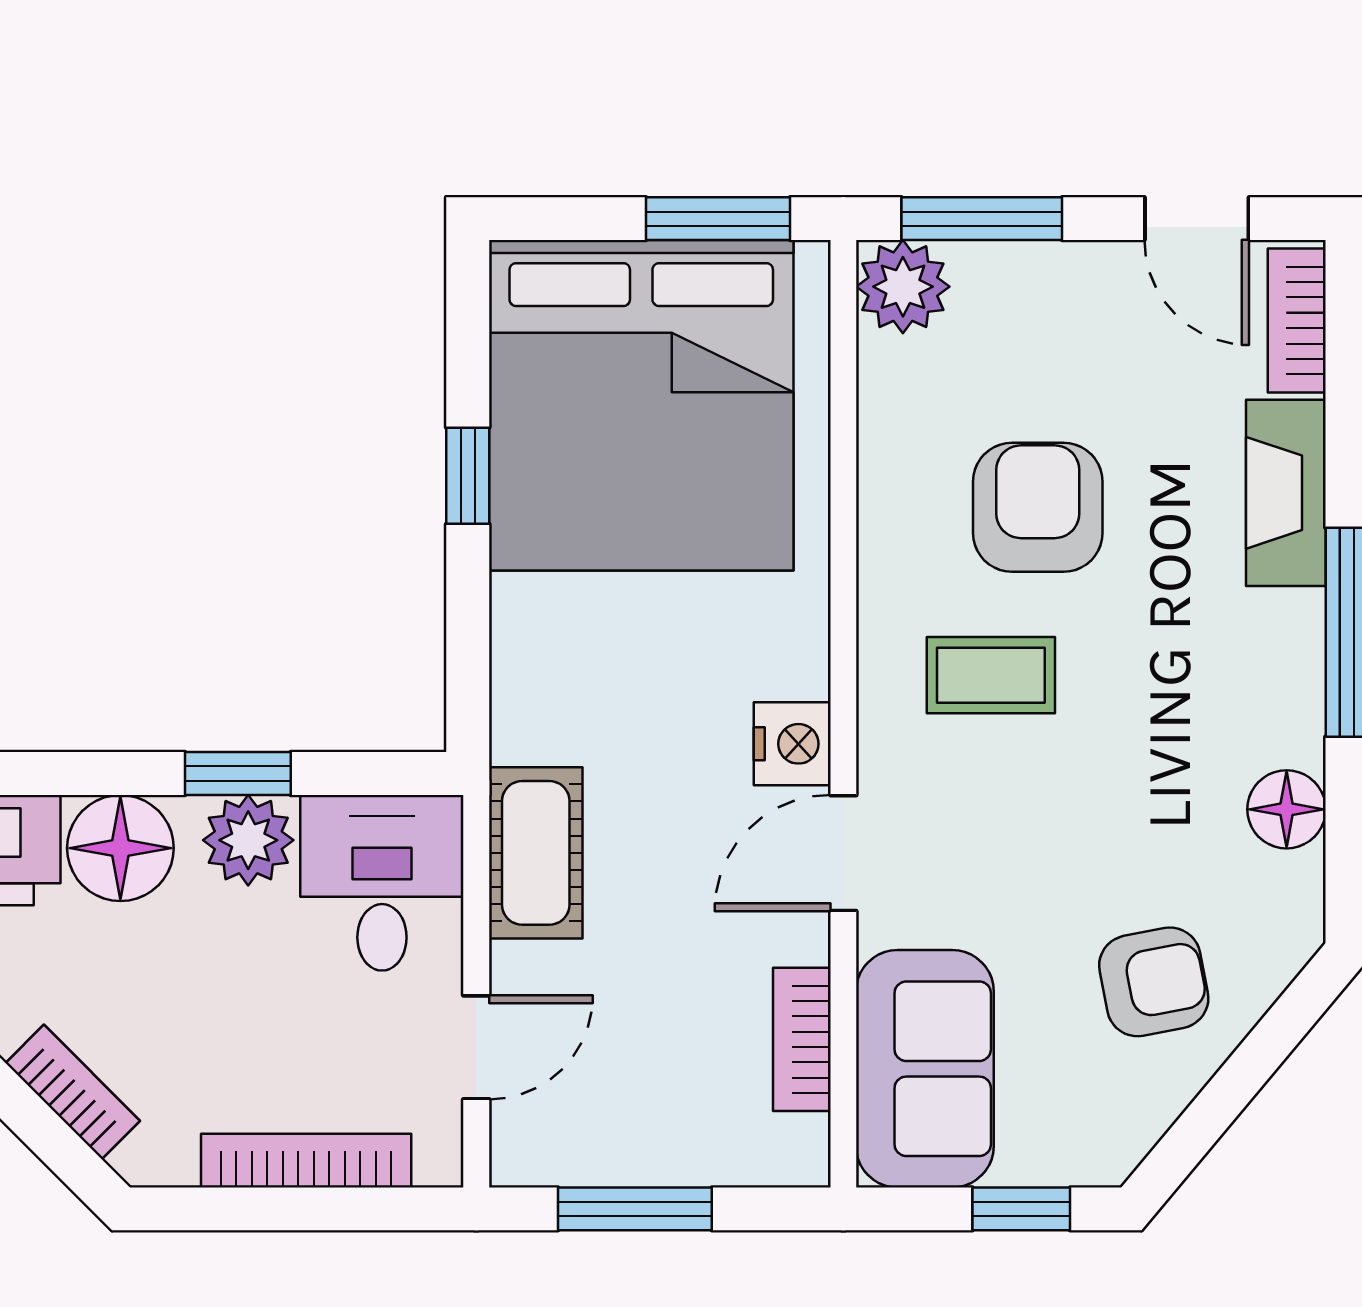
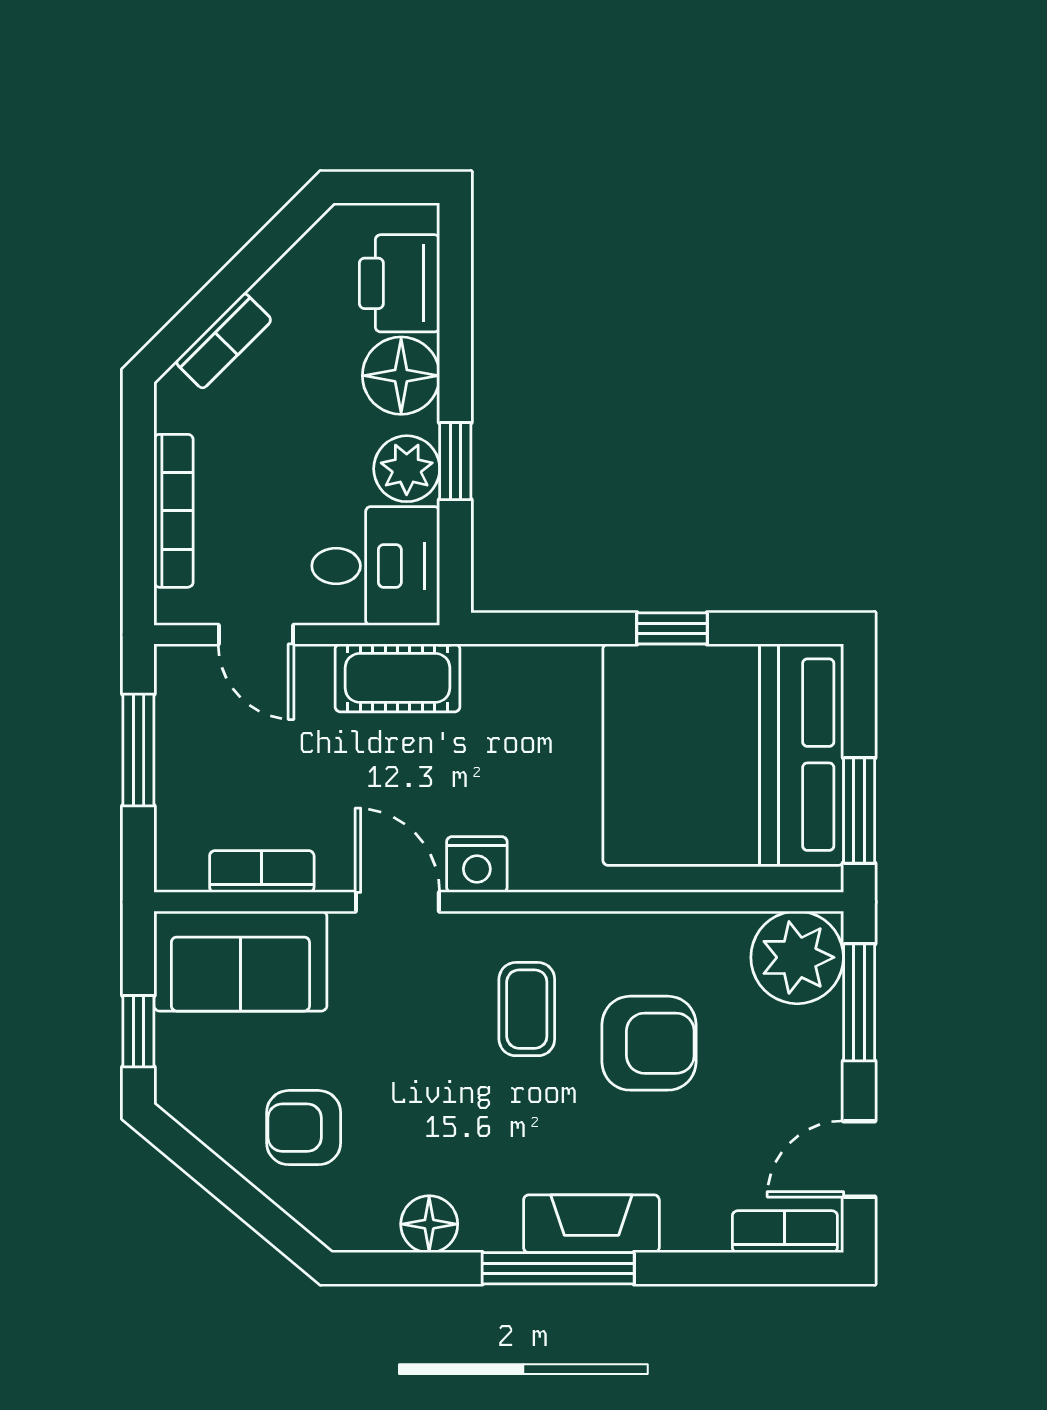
plant: (903, 287) -> (797, 957), width x1.36, depth x1.36
fireplace: (1286, 493) -> (591, 1224), moved
armchair: (1154, 982) -> (304, 1128), turned 101

